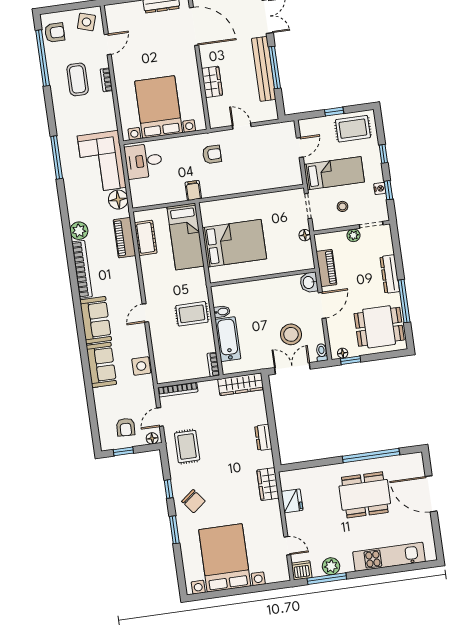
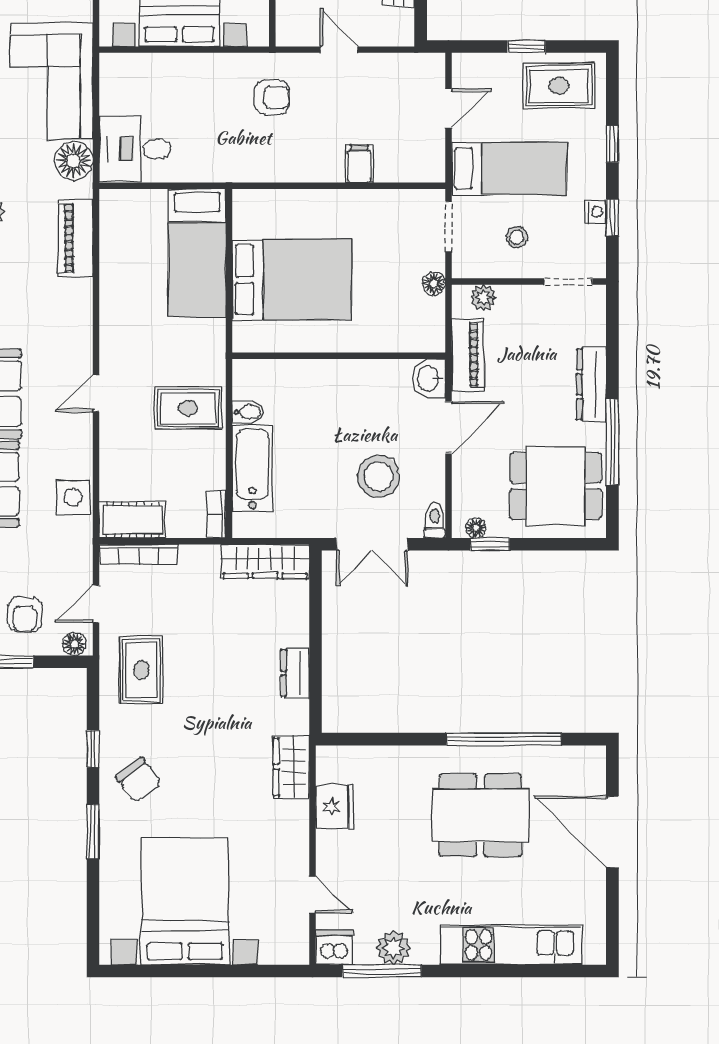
desk: (144, 161) -> (135, 149), moved
filing cabinet: (193, 190) -> (359, 164), moved
plant: (353, 235) -> (483, 297), moved
cot: (146, 238) -> (133, 520), moved, turned 90
double door: (292, 368) -> (372, 544), swing flipped

